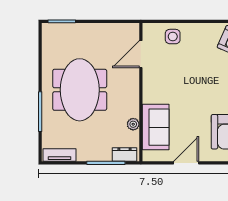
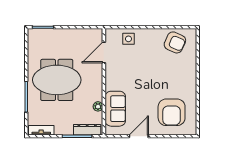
meeting table: (80, 90) -> (57, 80), turned 90
dresser: (124, 154) -> (87, 130), width x1.44

